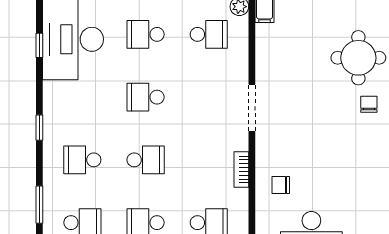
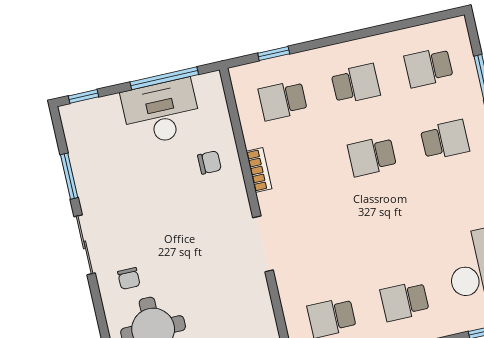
school desk: (146, 34) -> (405, 301), turned 180
school desk: (146, 97) -> (388, 229), removed

